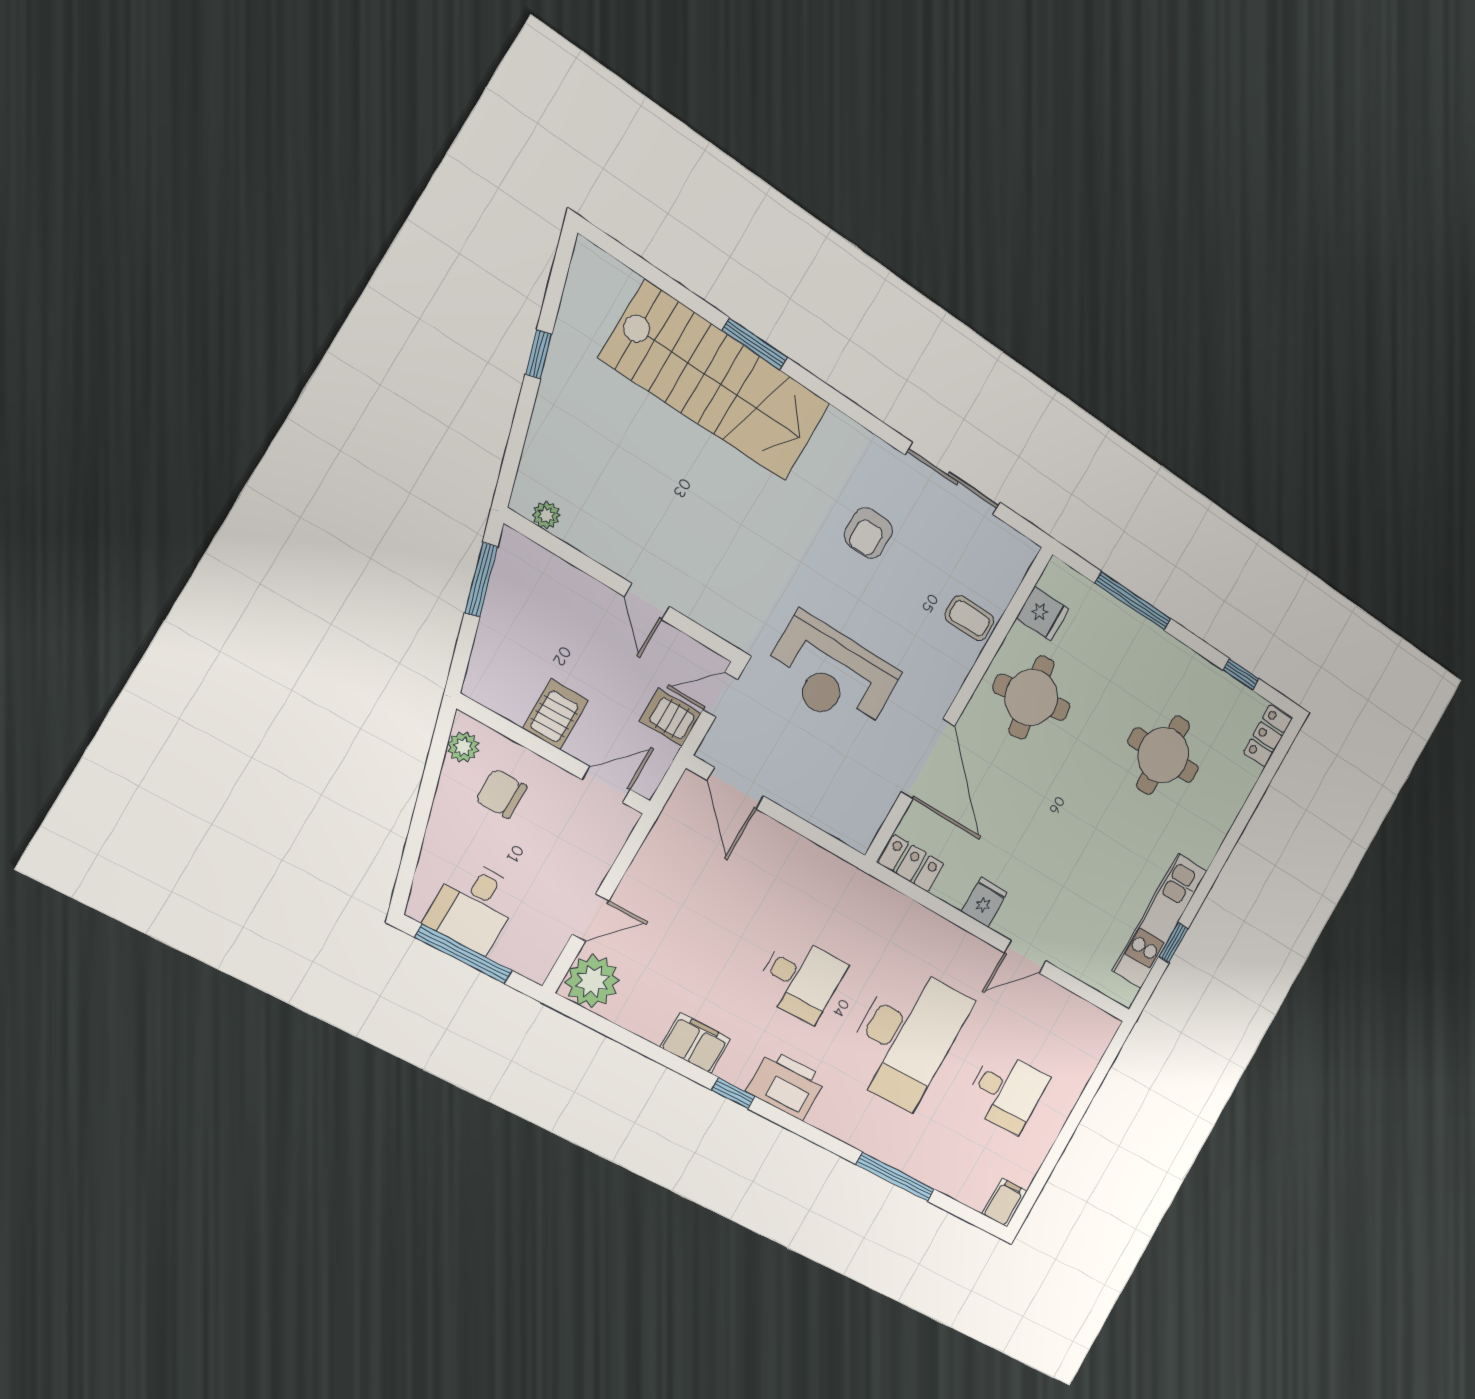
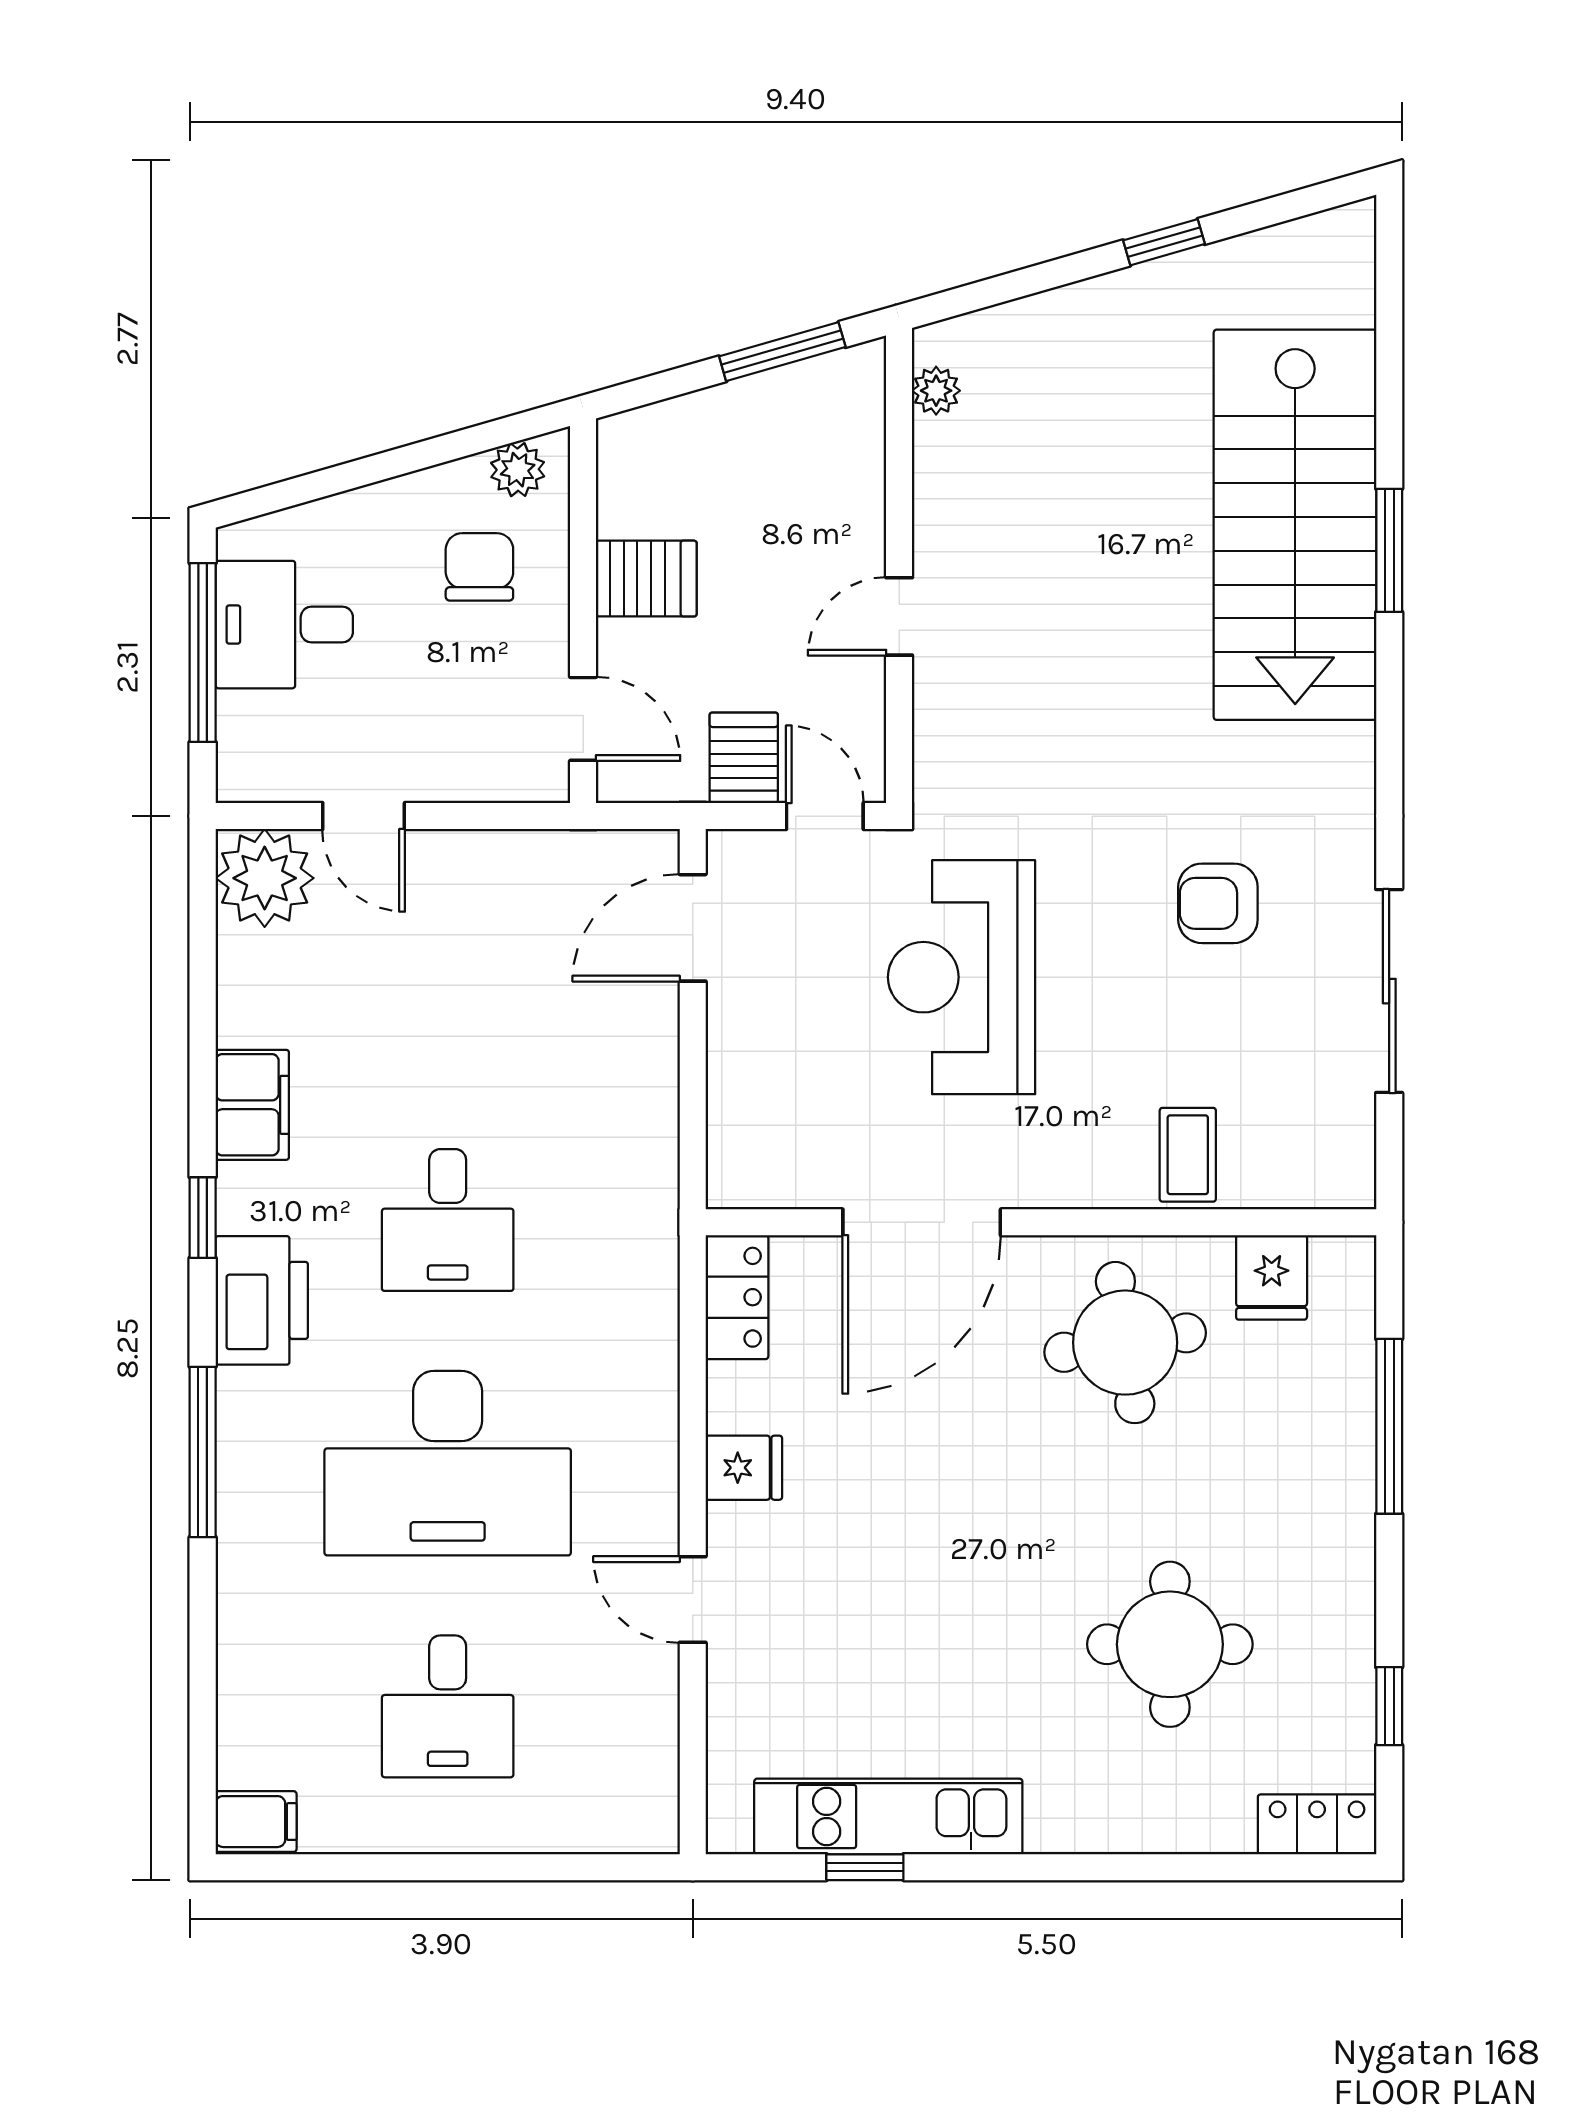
window: (895, 1177) -> (203, 1452), moved

